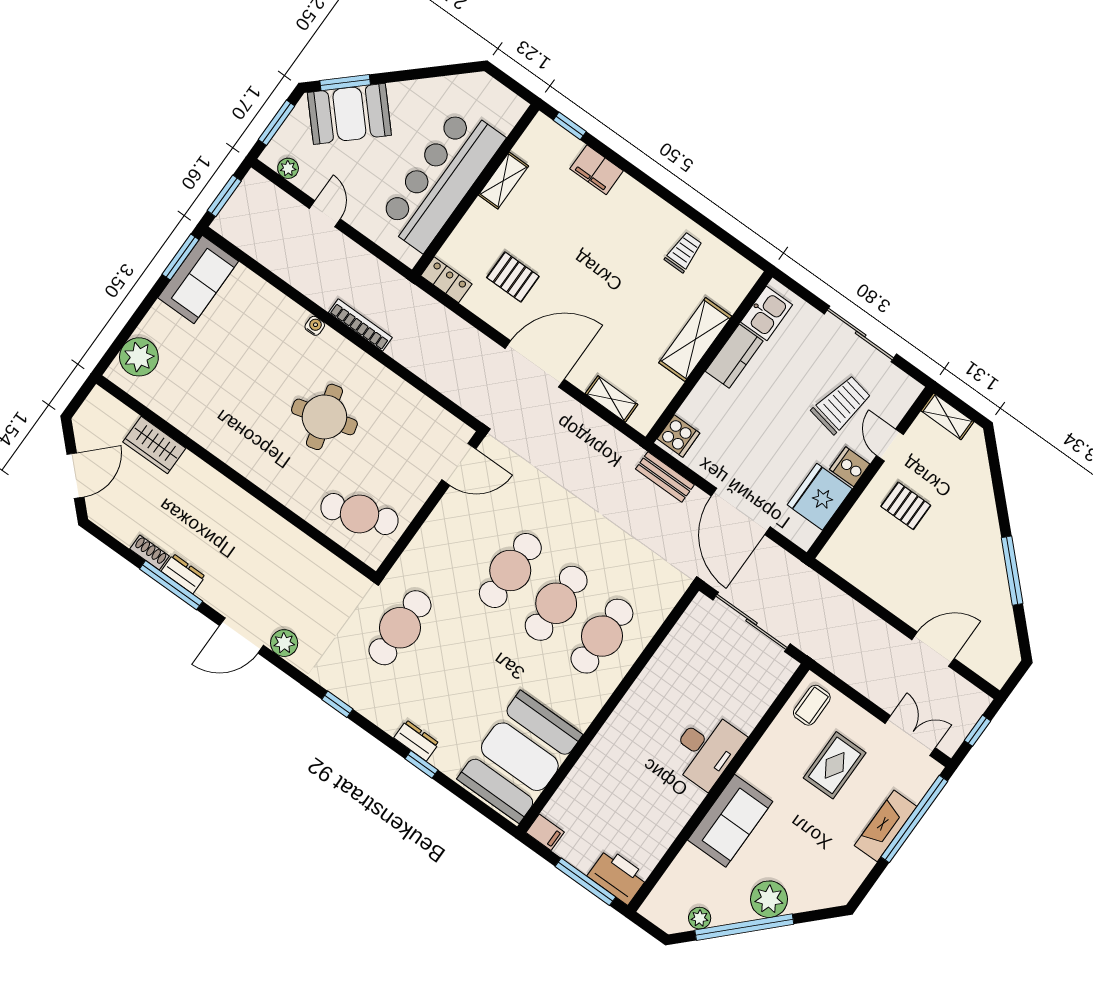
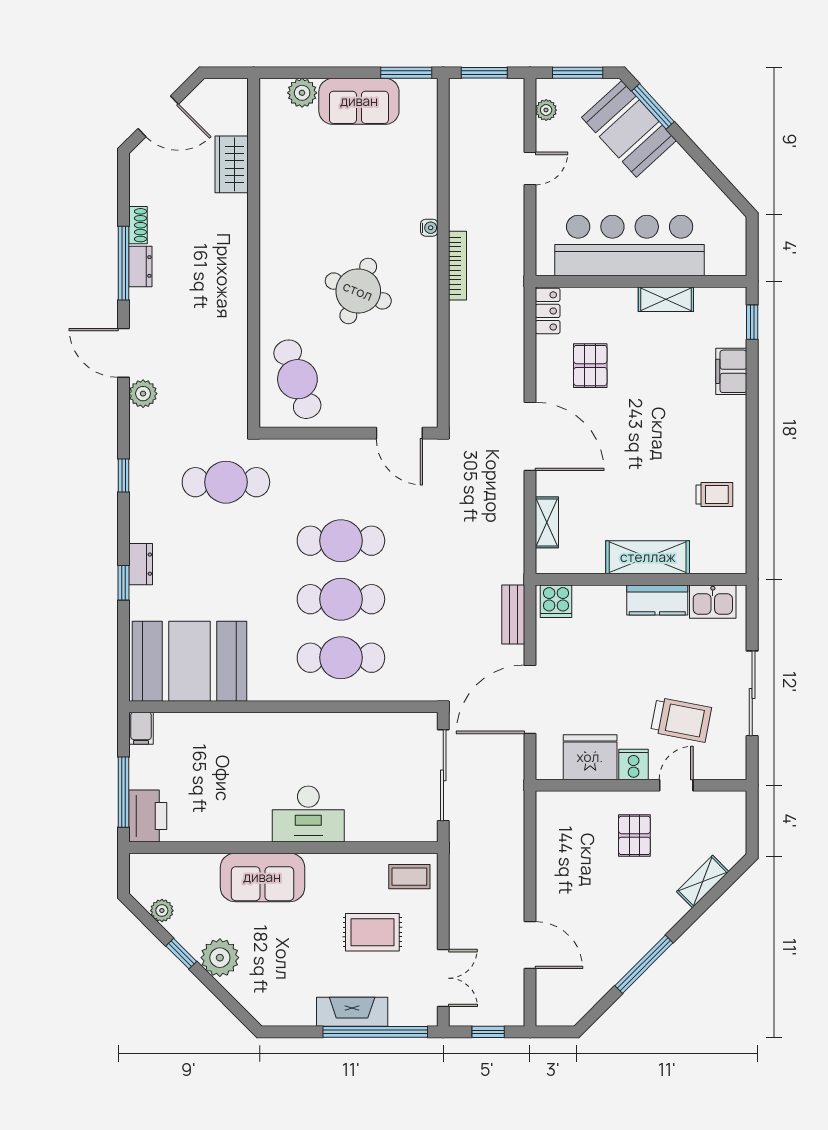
sofa: (198, 280) -> (359, 101), moved
plant: (139, 357) -> (302, 93), width x0.73, depth x0.73
shelving: (947, 416) -> (703, 882), moved, turned 45
round table: (324, 417) -> (358, 291), turned 37
window: (744, 927) -> (181, 954), width x0.32

